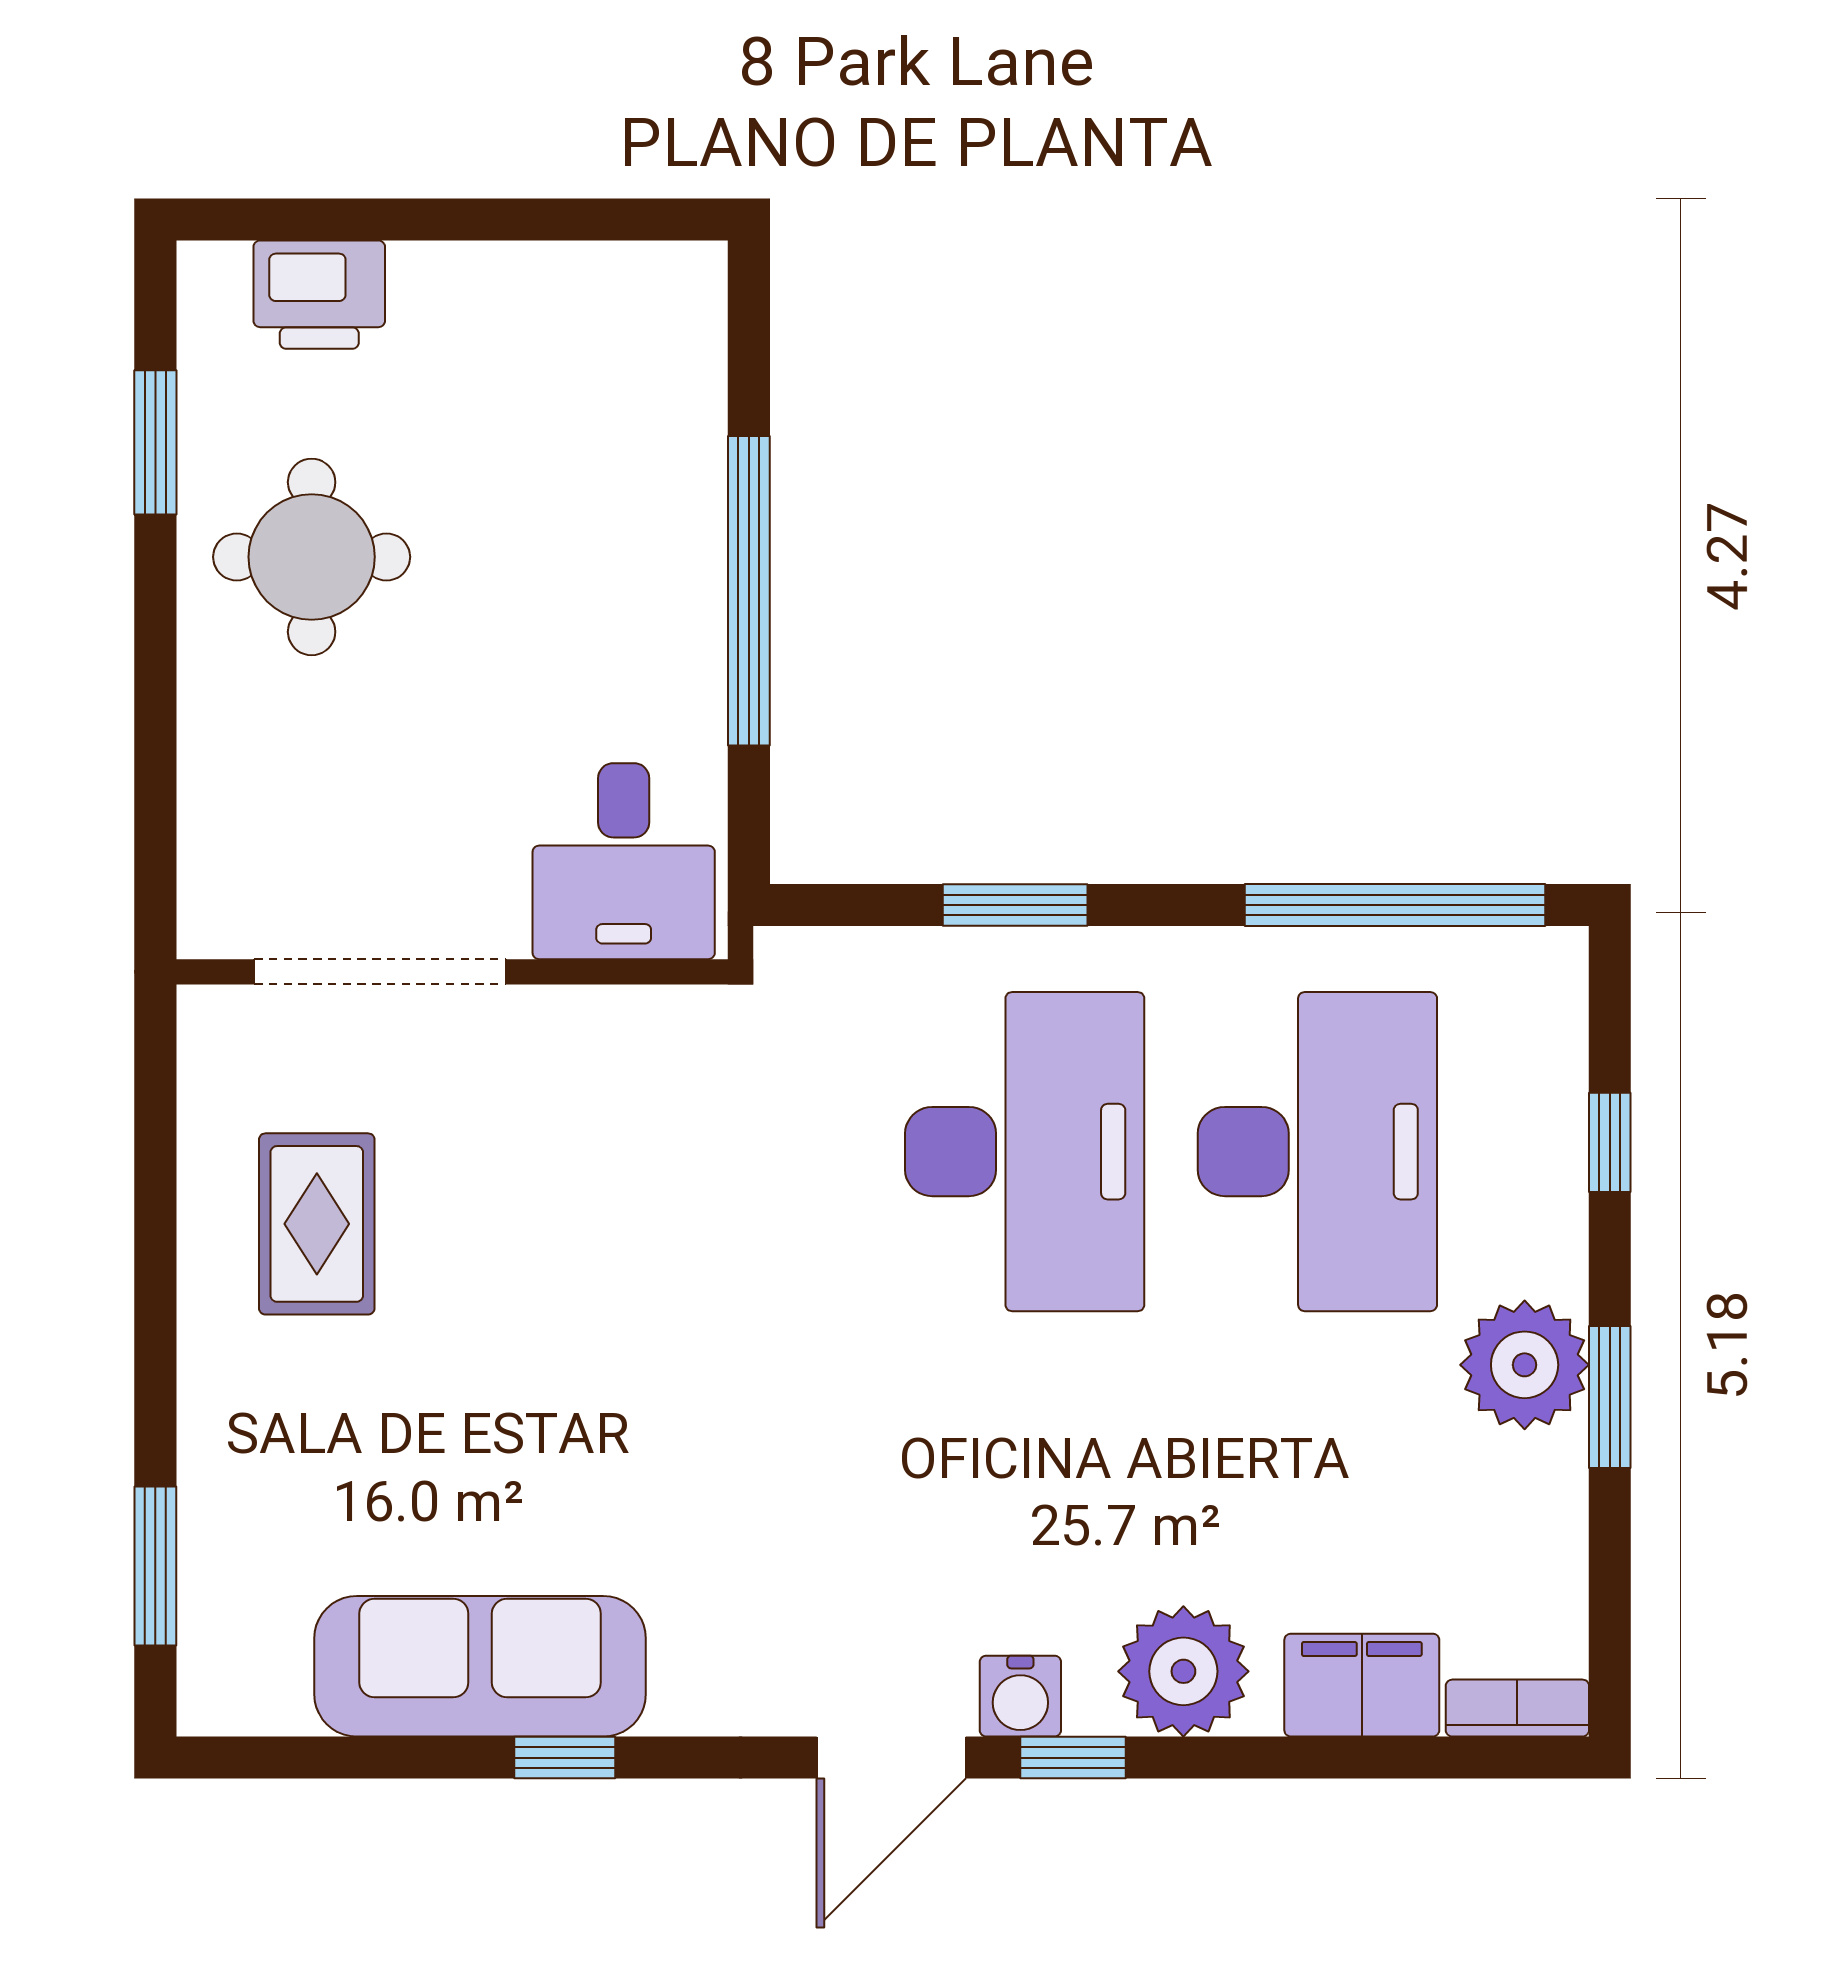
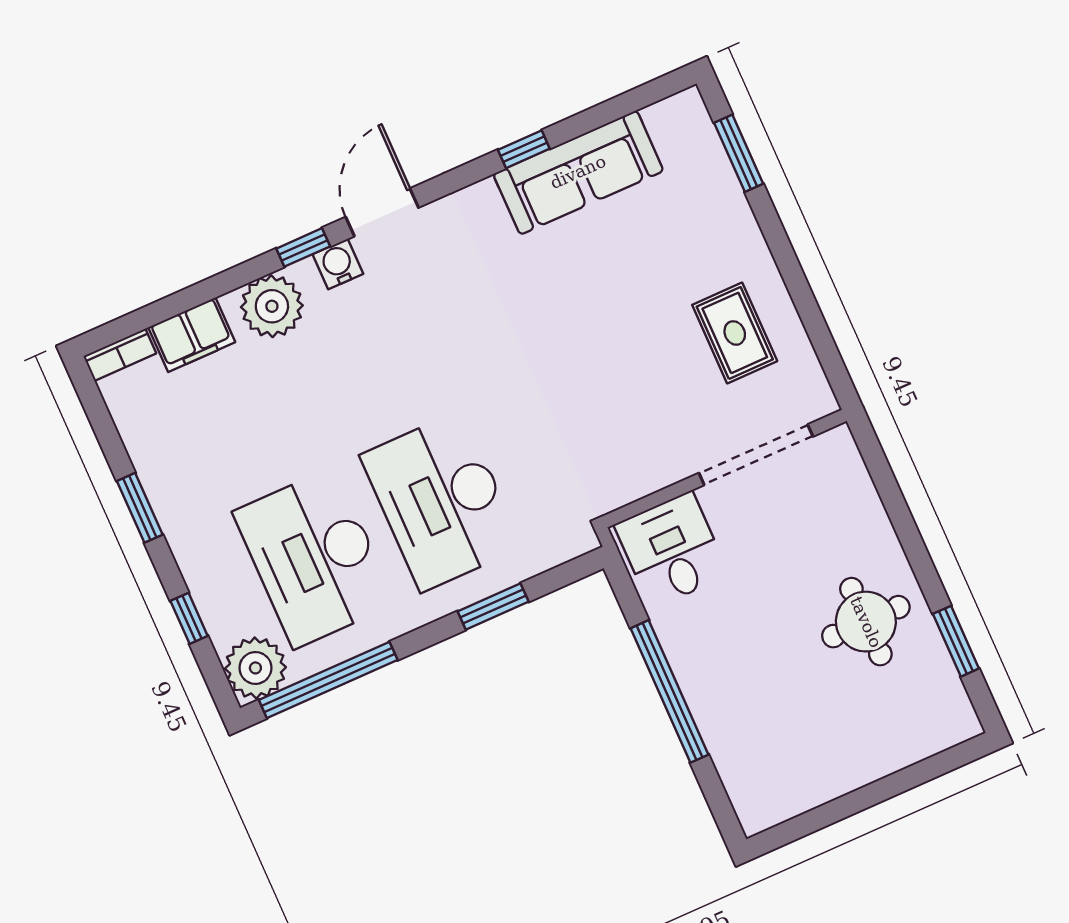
printer: (319, 295) -> (913, 737), removed
plant: (1525, 1365) -> (255, 668), moved

